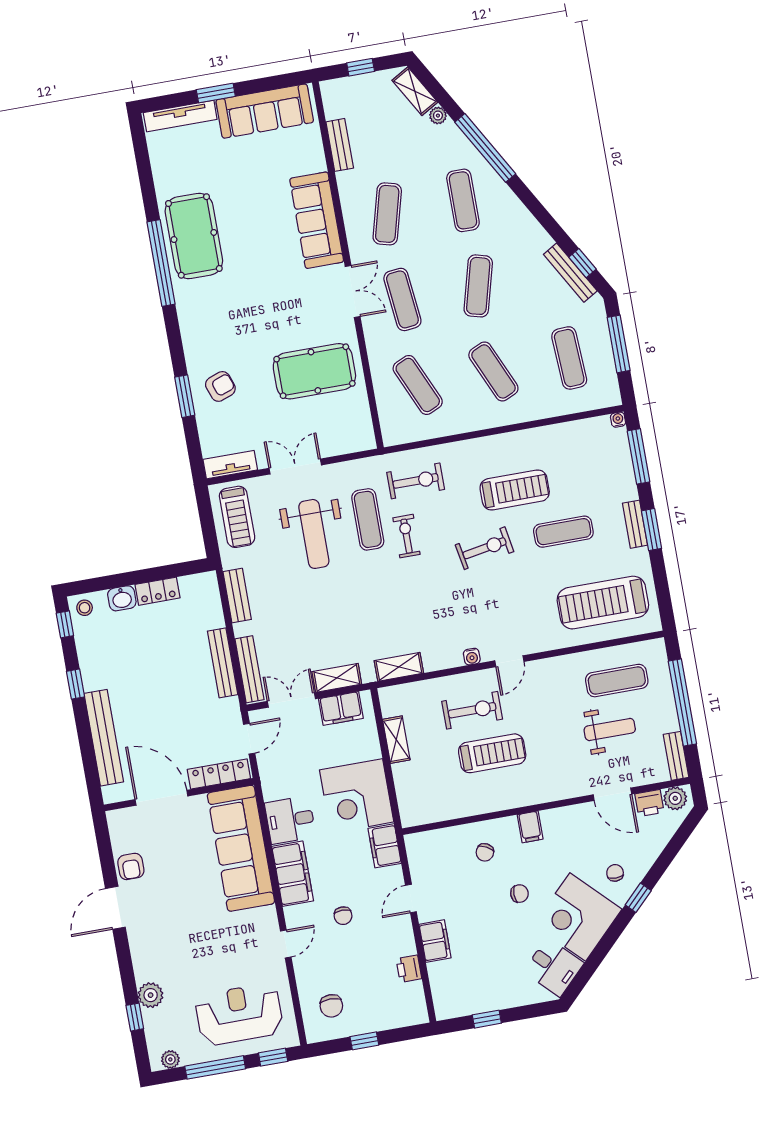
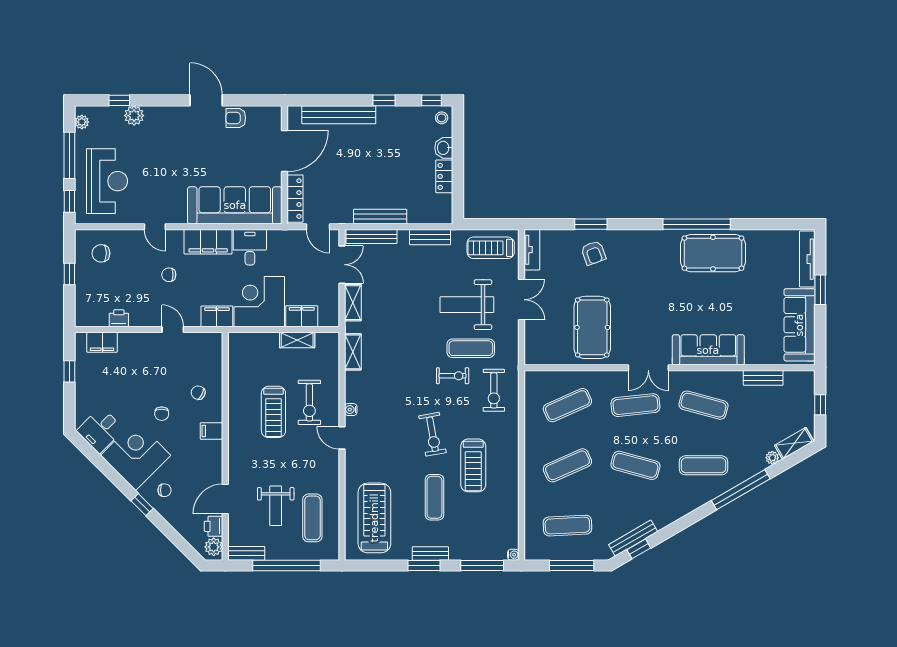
filing cabinet: (341, 708) -> (302, 316), moved, turned 90
filing cabinet: (435, 941) -> (102, 342), moved

